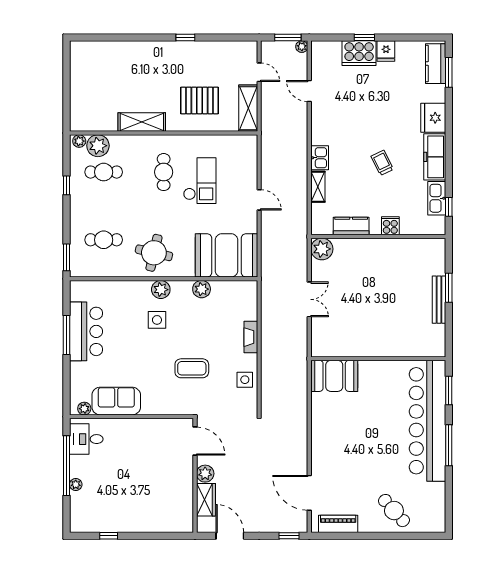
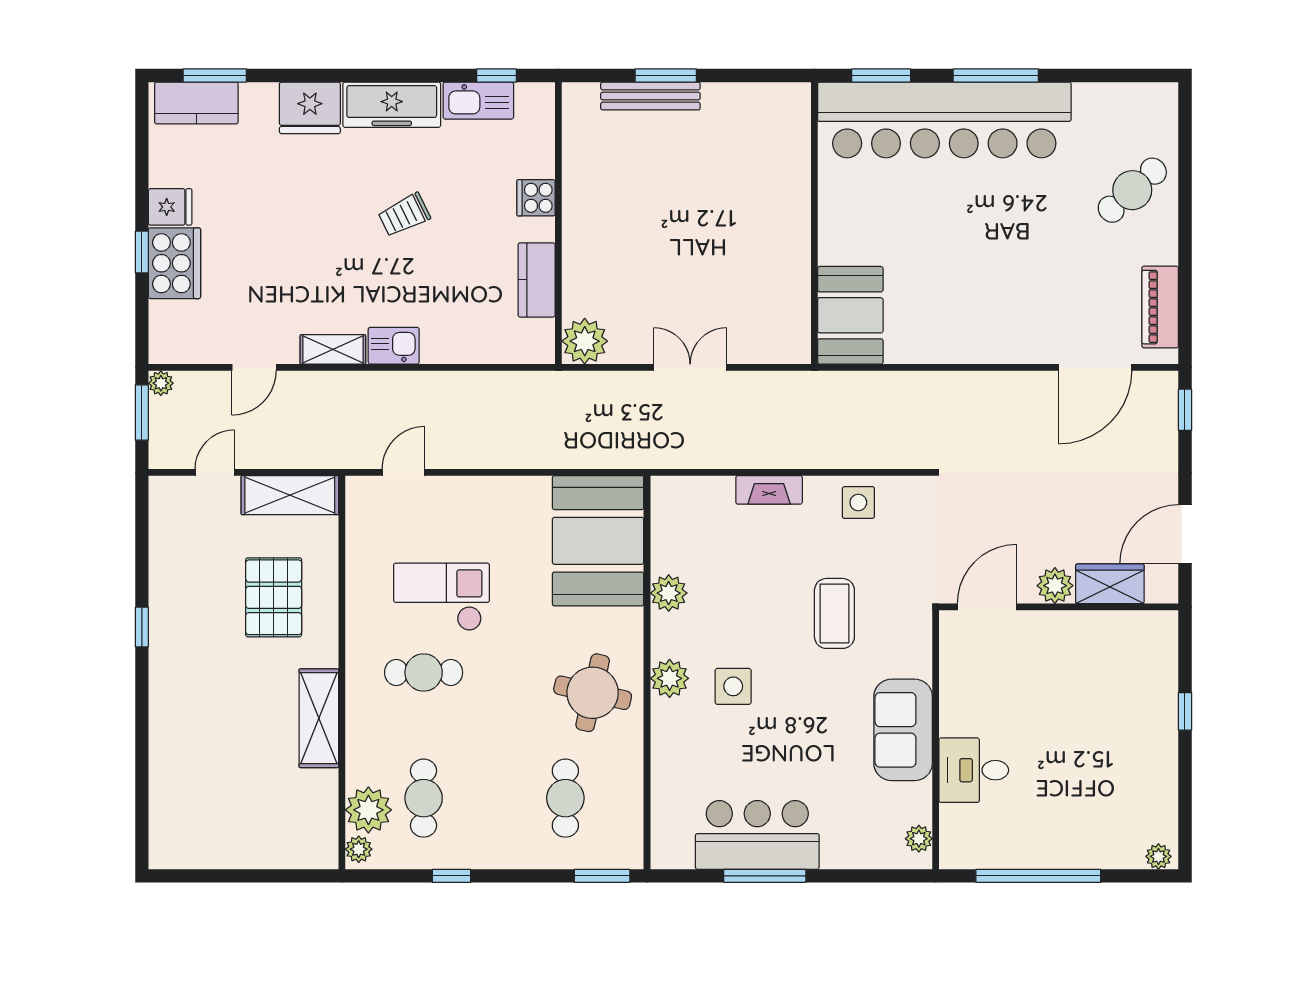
shelving: (318, 187) -> (333, 349), moved
door: (259, 200) -> (404, 472), moved
bench: (439, 300) -> (650, 96), moved
sofa: (116, 401) -> (903, 730), moved
desk: (86, 439) -> (974, 770), moved, turned 90
plant: (76, 485) -> (1158, 856), moved
window: (109, 536) -> (1185, 711), moved

